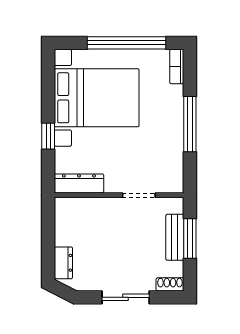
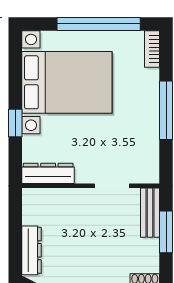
bench: (175, 237) -> (150, 213), moved
dresser: (63, 263) -> (32, 250), width x1.44

